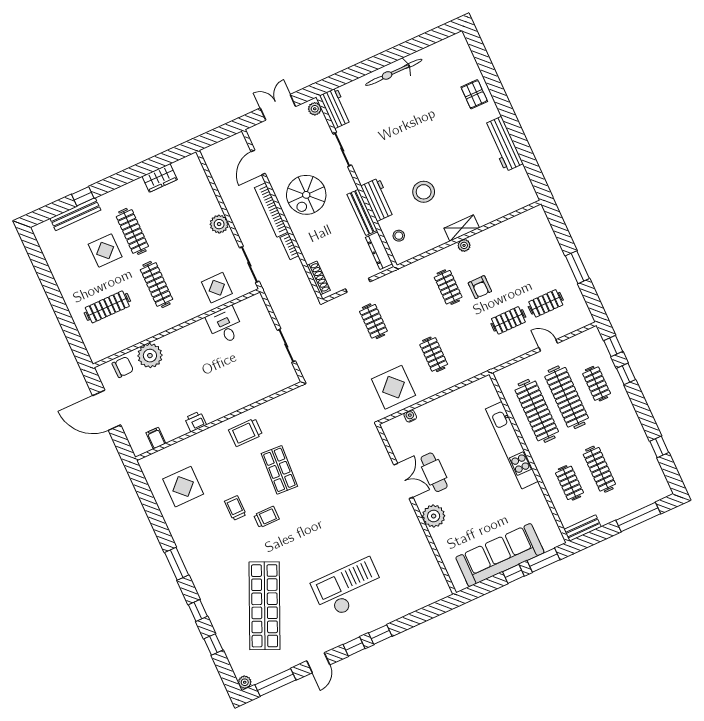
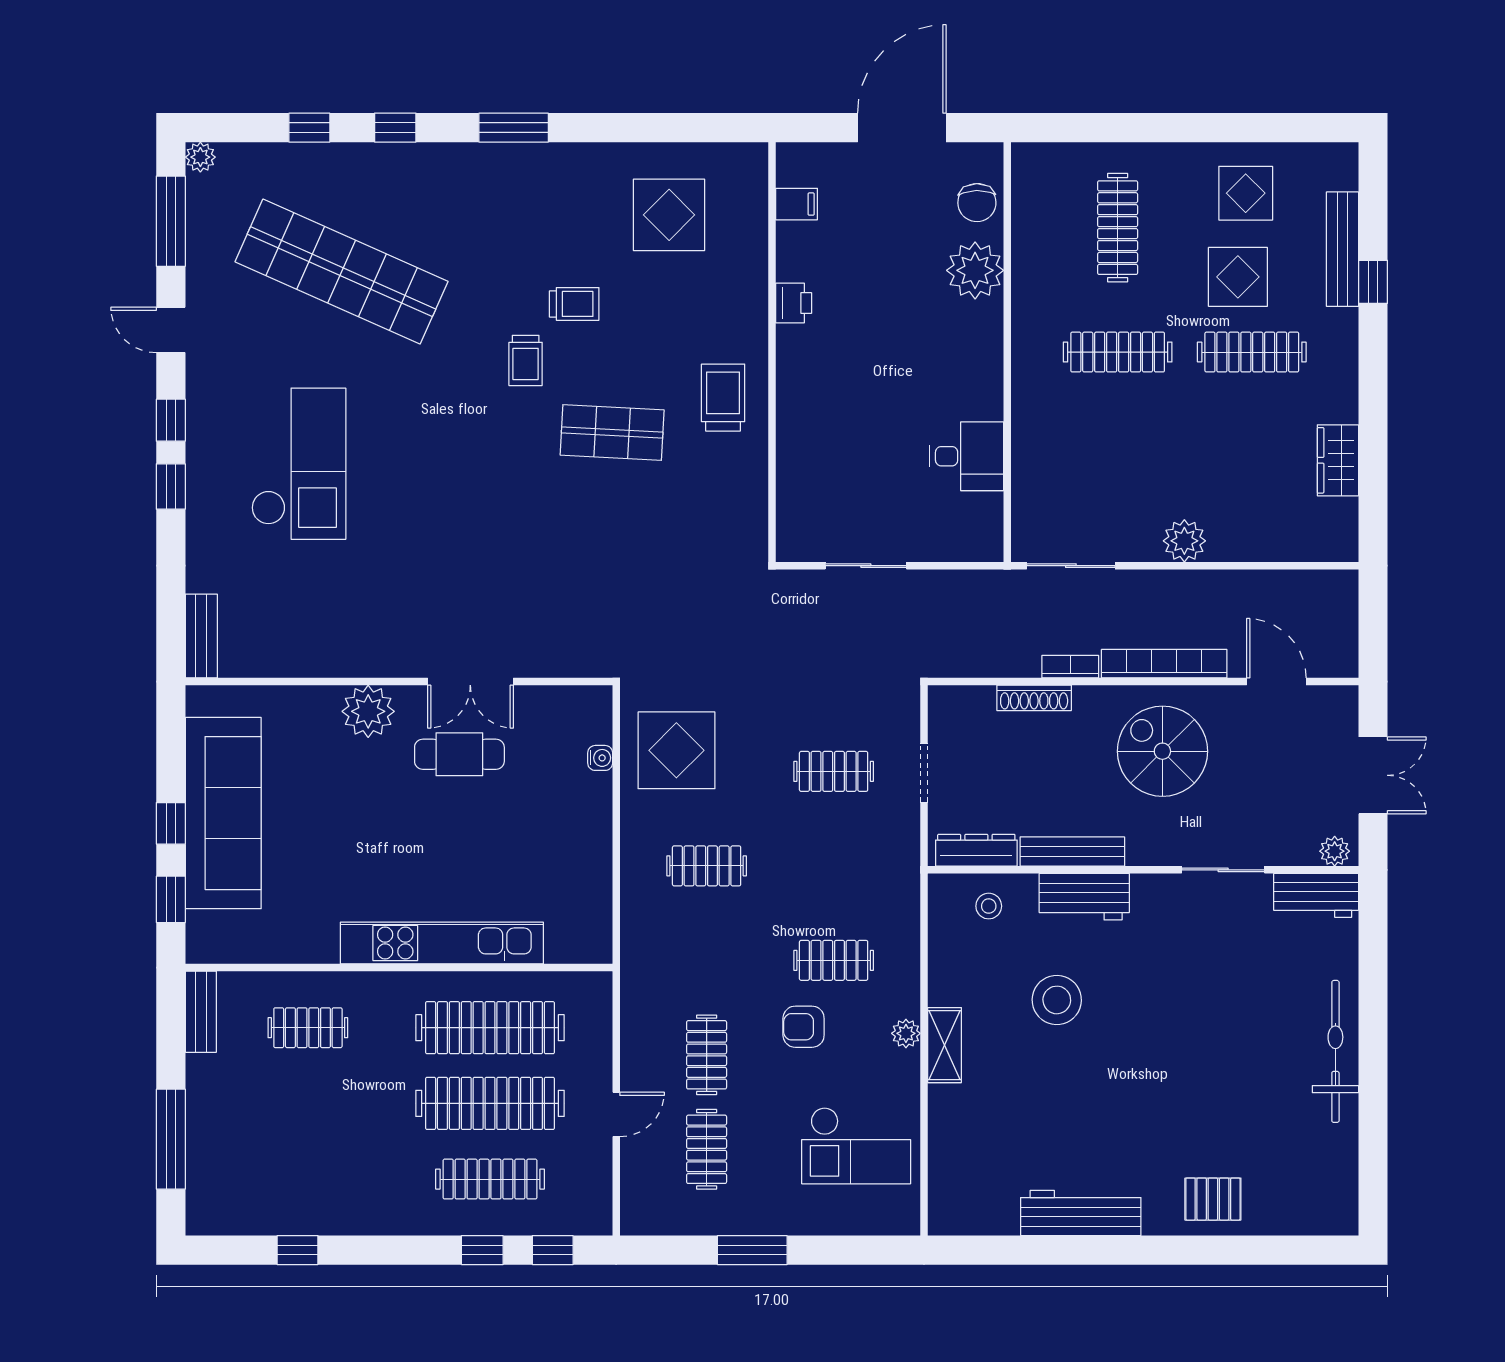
checkout: (517, 245) -> (856, 1146), added
shoe rack: (319, 278) -> (1034, 698), moved
display table: (217, 288) -> (1246, 193), moved
clothes rail: (597, 384) -> (490, 1179), width x1.36
clothes rail: (599, 469) -> (308, 1103), removed
window: (543, 560) -> (171, 899), width x0.67
bench: (434, 596) -> (201, 636), added

